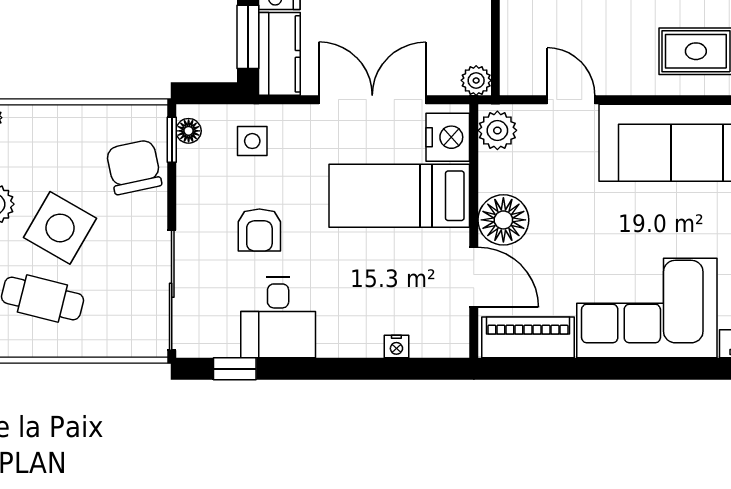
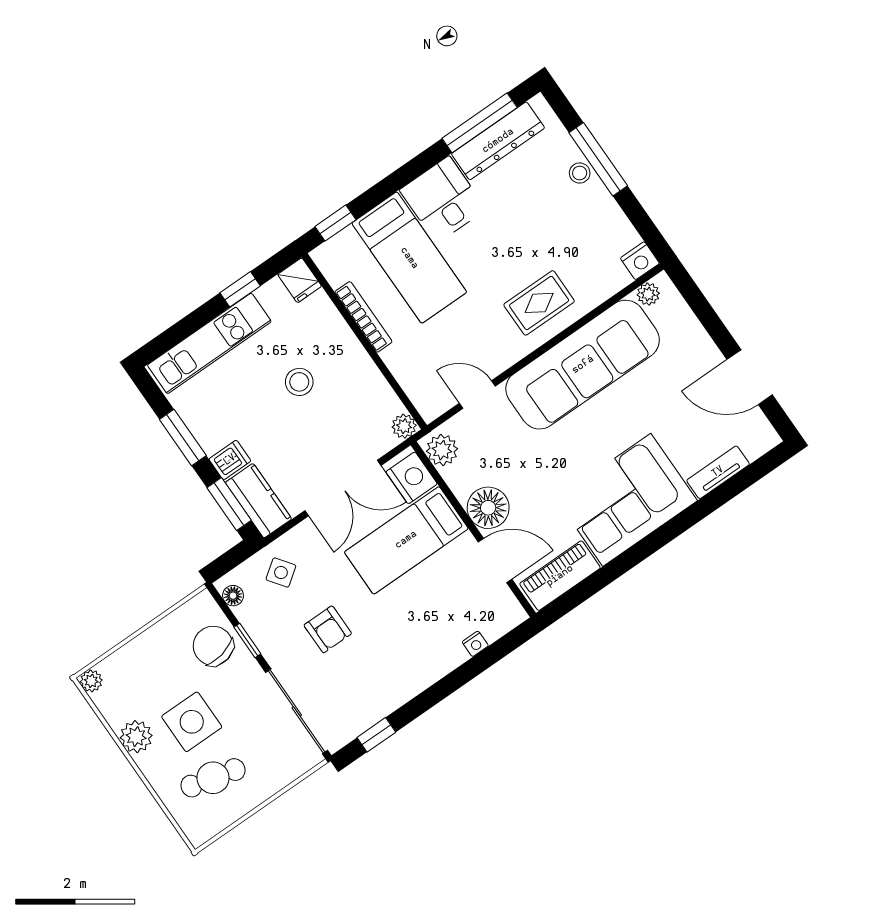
double door: (372, 100) -> (343, 488), swing flipped
window: (172, 140) -> (247, 640), moved
side table: (252, 141) -> (281, 573), turned -36
side table: (60, 228) -> (192, 722), turned -30
desk: (278, 318) -> (382, 680), removed

